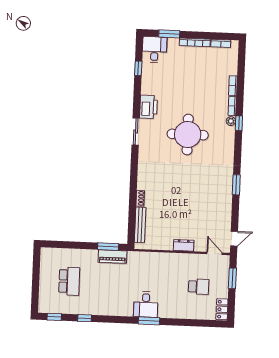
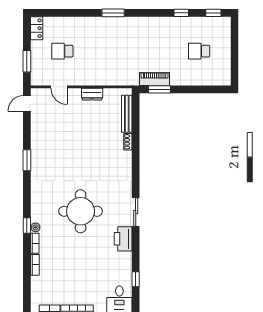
dresser: (184, 245) -> (92, 94), moved
door: (214, 253) -> (59, 87), moved
school desk: (69, 281) -> (199, 51), width x0.54
desk: (146, 305) -> (117, 30), removed

